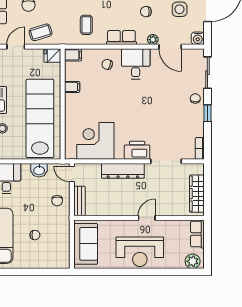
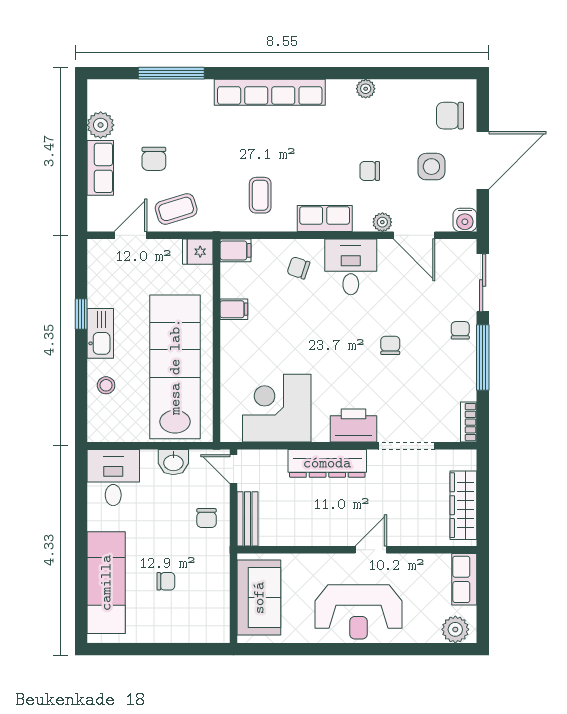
chair: (157, 107) -> (390, 345), added
window: (207, 113) -> (483, 358), width x2.17

